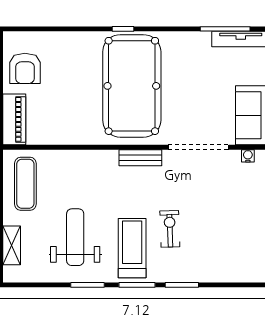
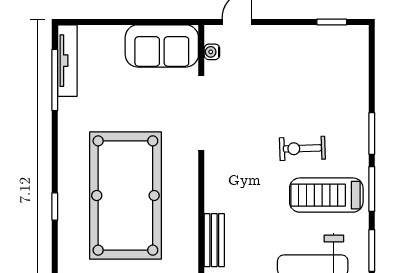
pool table: (132, 86) -> (125, 195), turned 90
bench: (140, 158) -> (214, 240), moved

